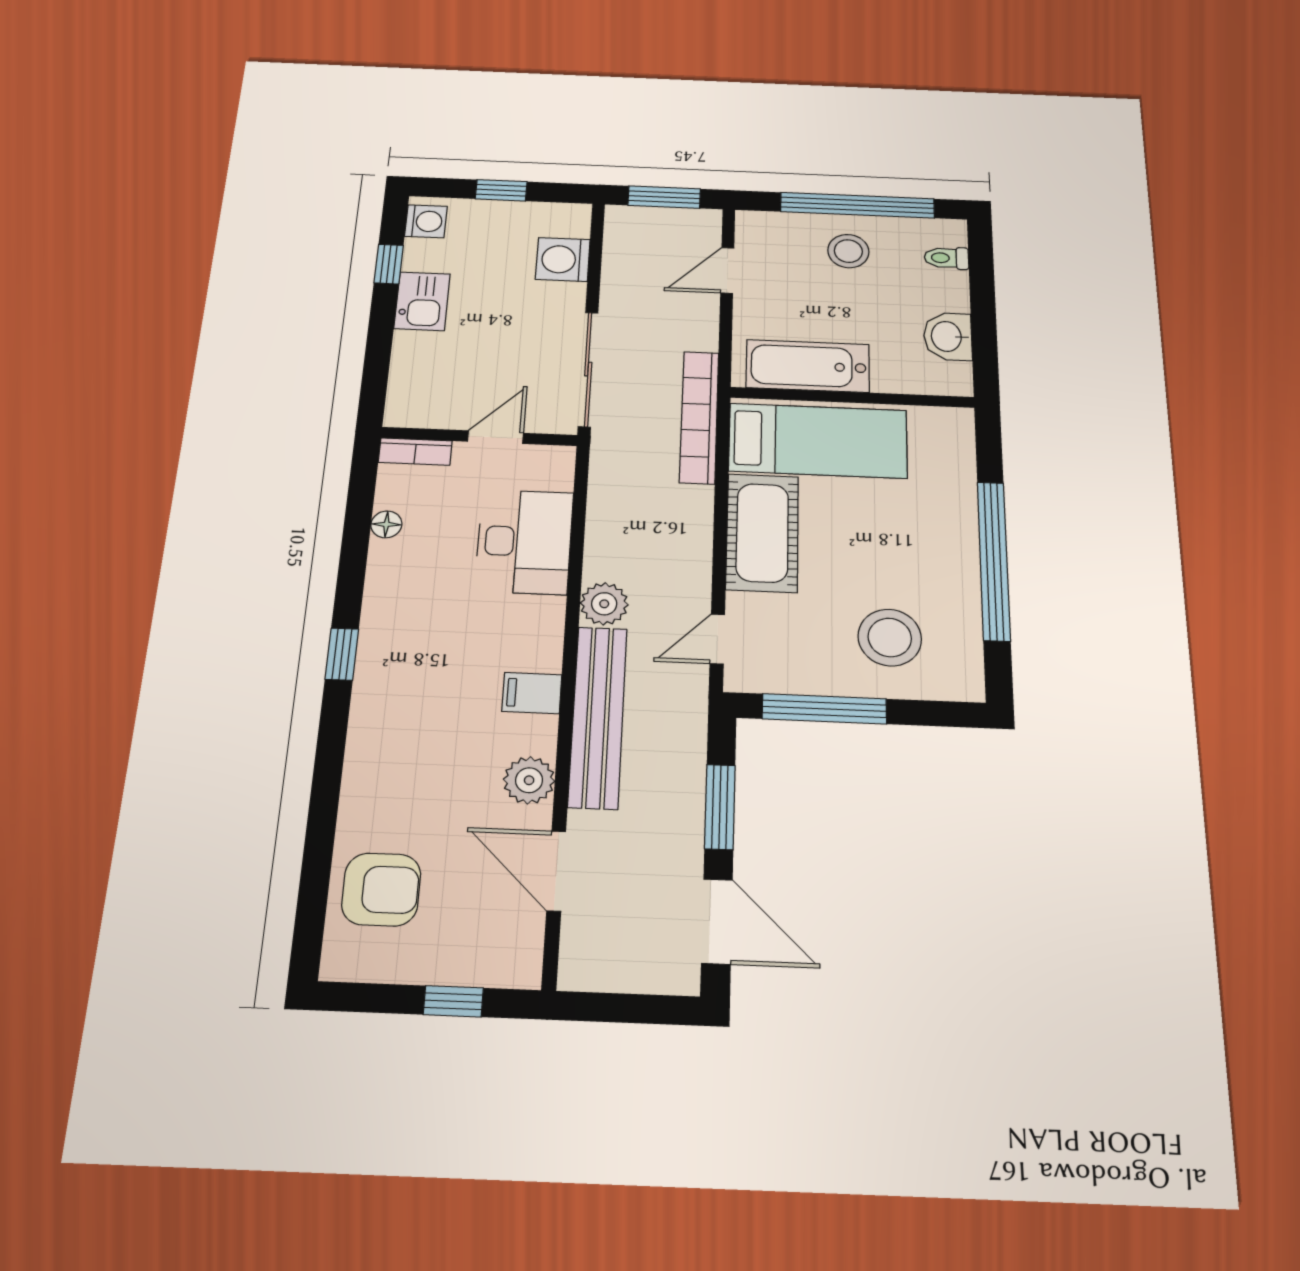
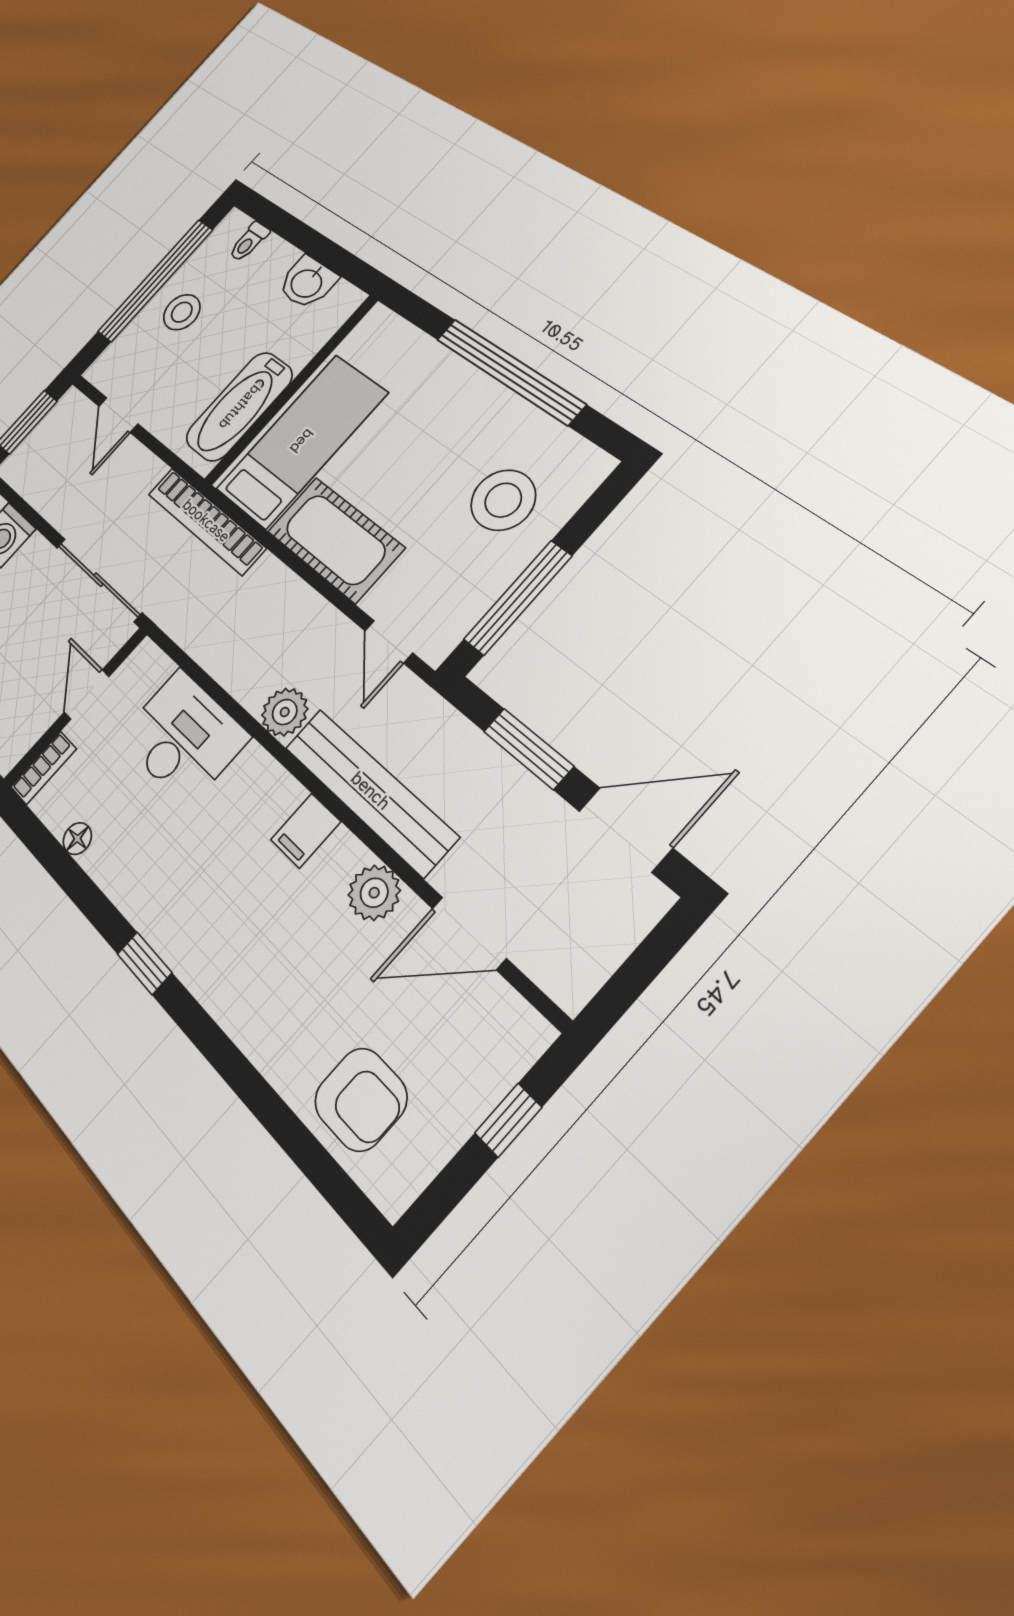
armchair: (381, 889) -> (361, 1099), turned 90

